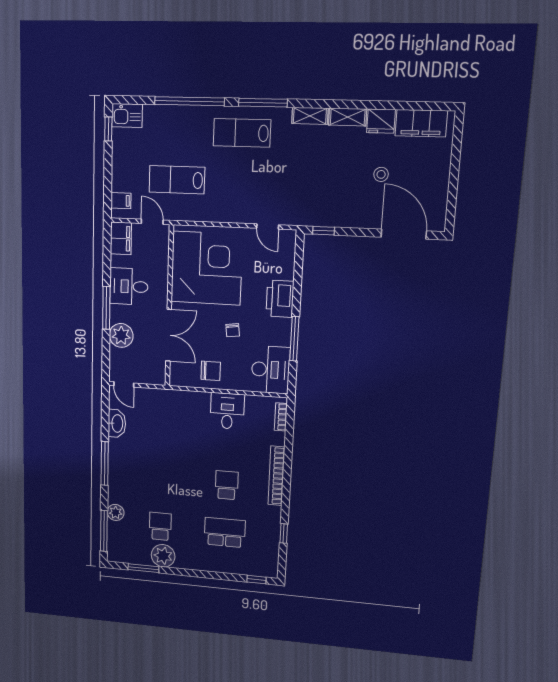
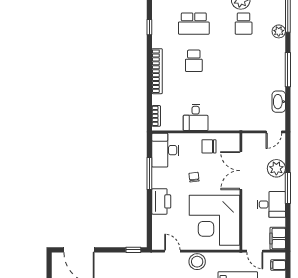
stool: (233, 210) -> (197, 262), added
door: (124, 384) -> (274, 132), swing flipped

